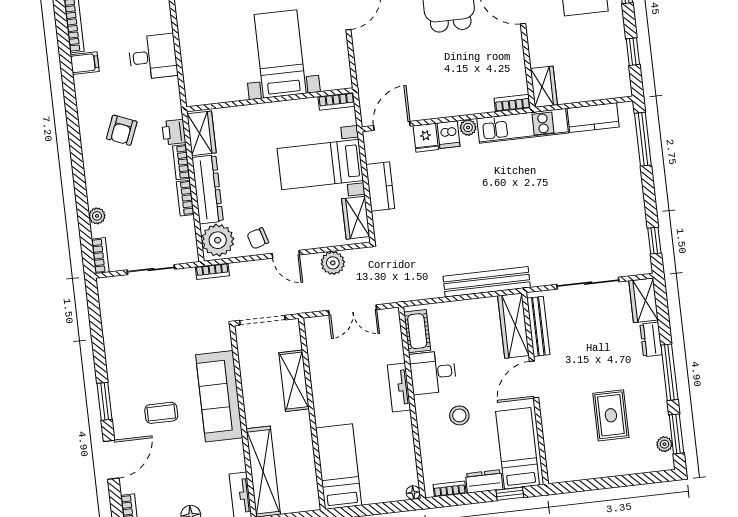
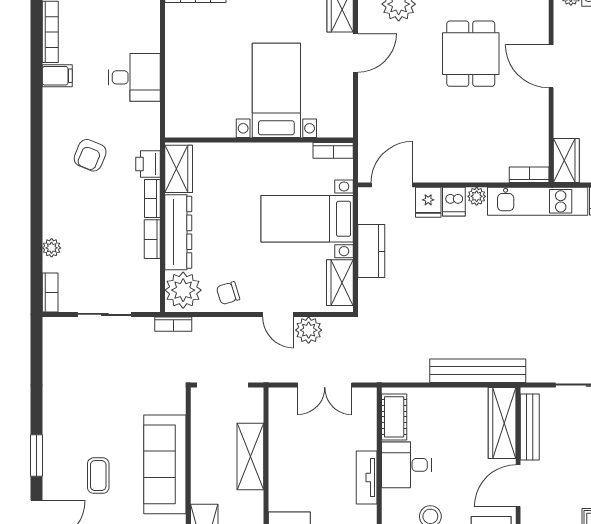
door: (286, 254) -> (278, 314), moved
coffee table: (161, 413) -> (98, 476), turned 90

